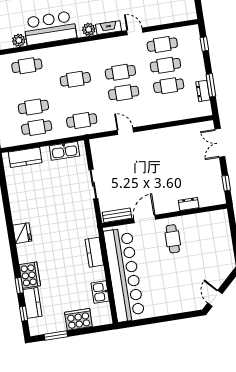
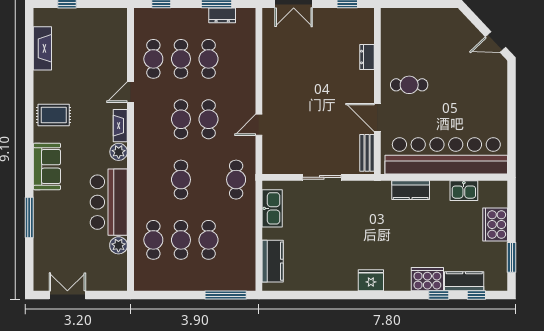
cafe table: (37, 128) -> (181, 240), moved

